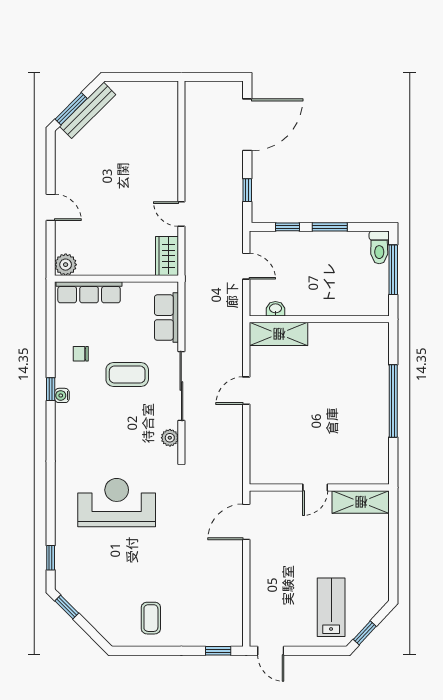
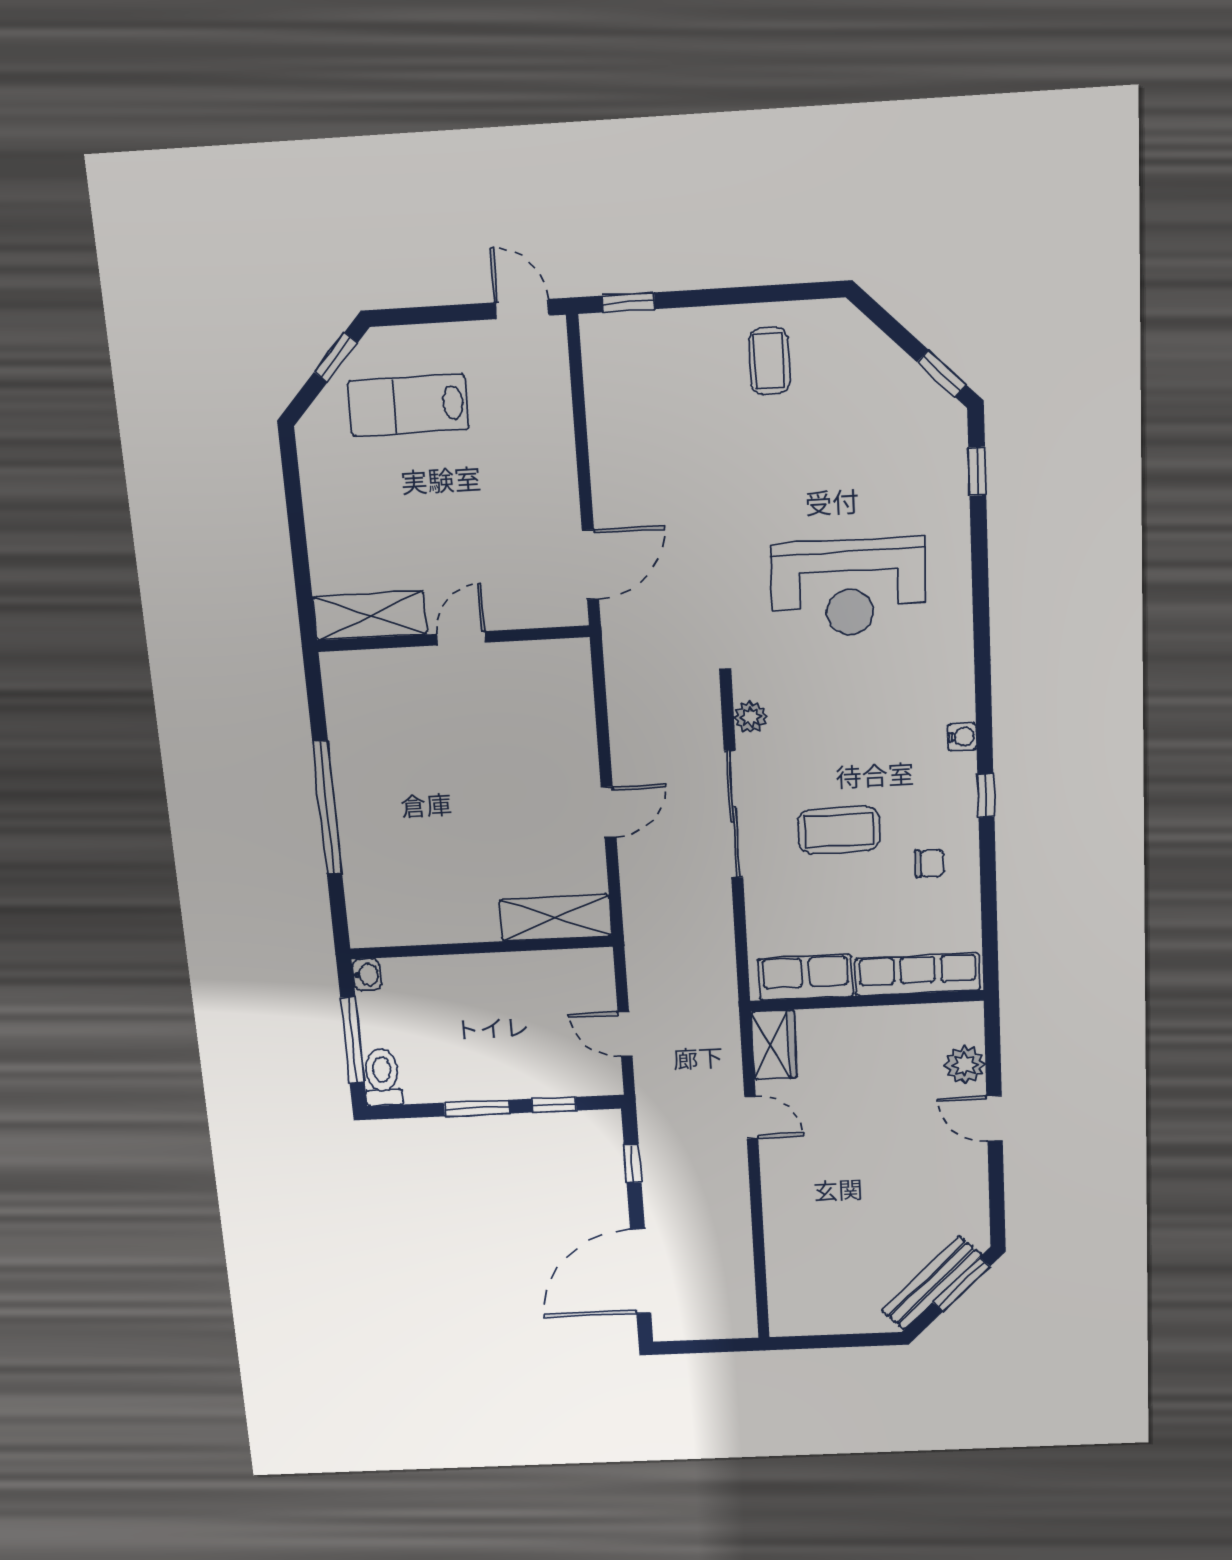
plant: (66, 265) -> (965, 1065), moved
washbasin: (275, 309) -> (367, 975), moved, turned -90
row of seats: (166, 318) -> (805, 977), moved, turned -90
water cooler: (62, 395) -> (962, 737), moved
lab bench: (331, 607) -> (408, 405), turned 90

